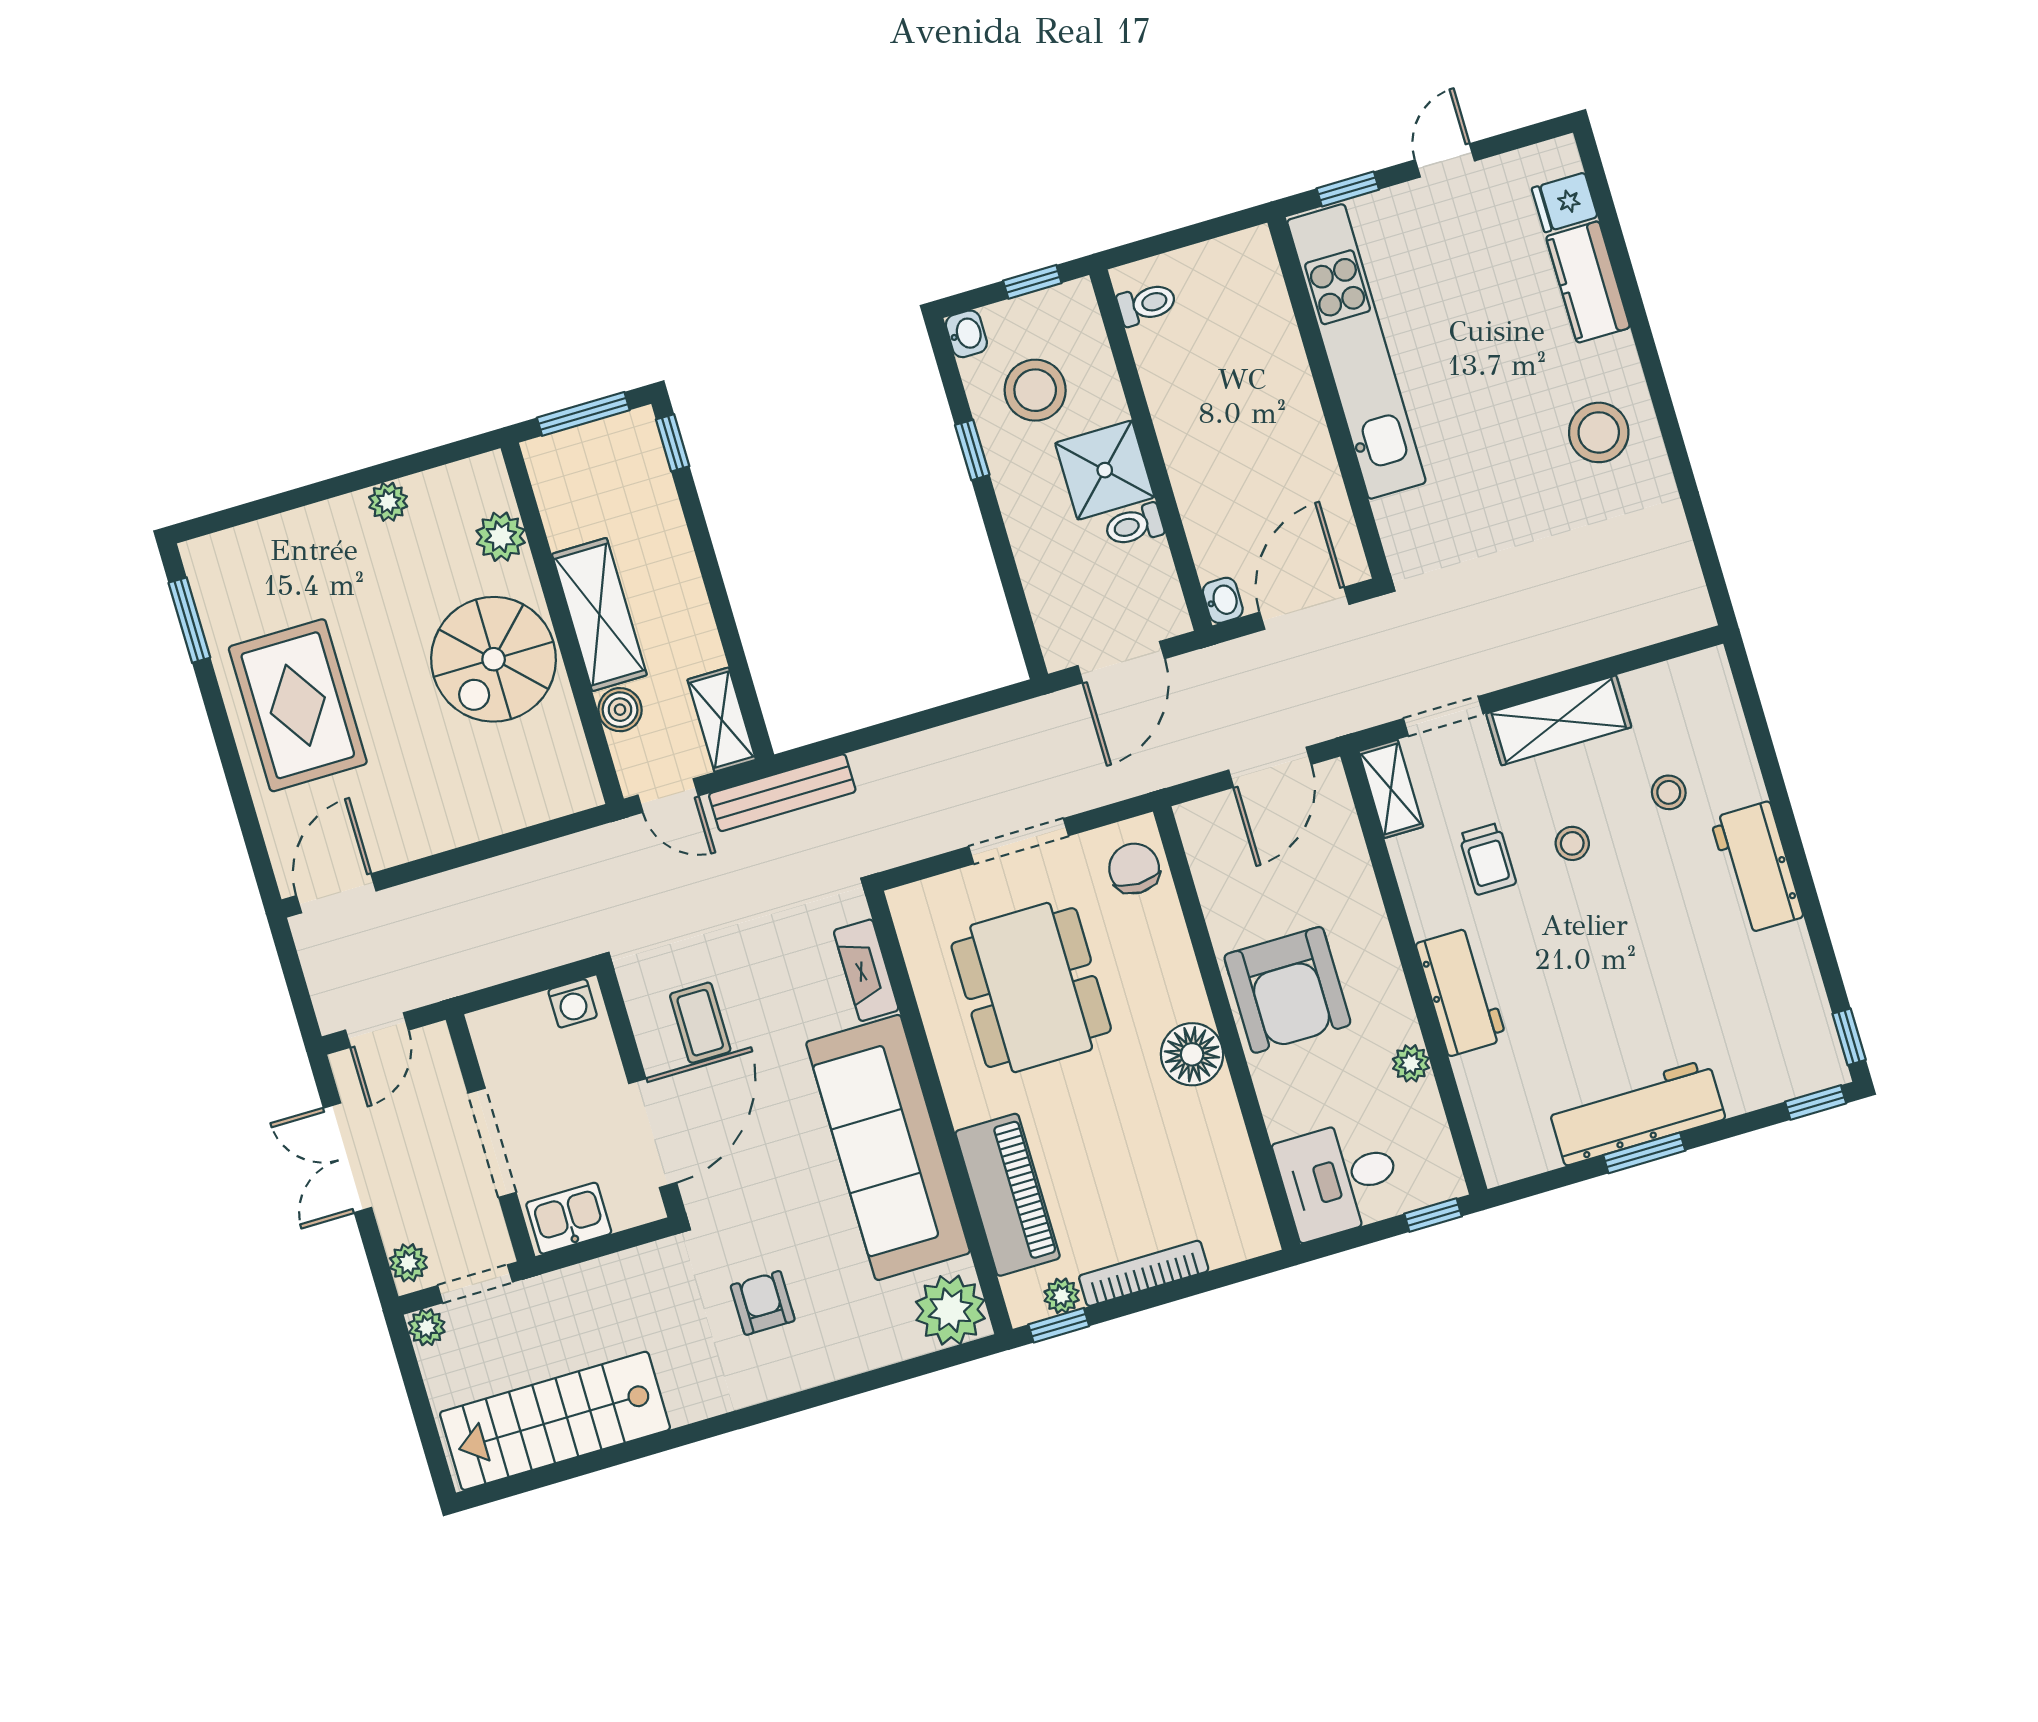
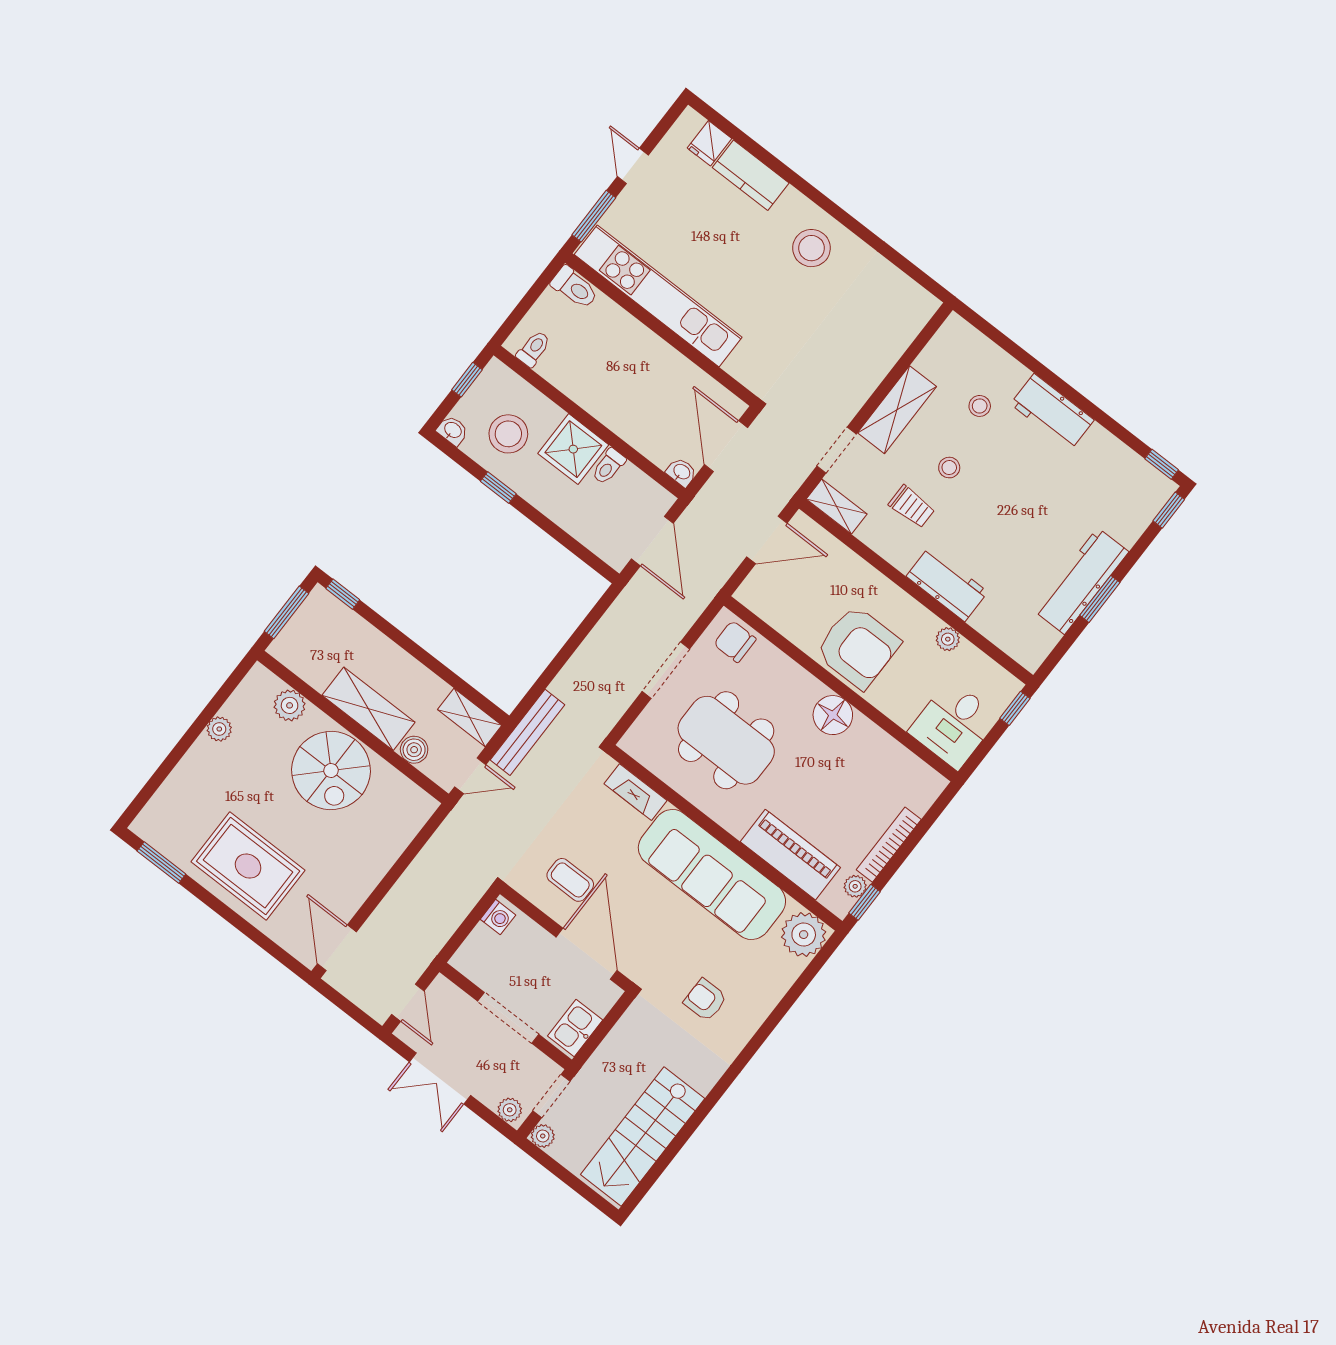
window: (1348, 189) -> (594, 216), width x1.50
toilet: (1257, 263) -> (575, 288), added
door: (1270, 767) -> (767, 540), hinge flipped

